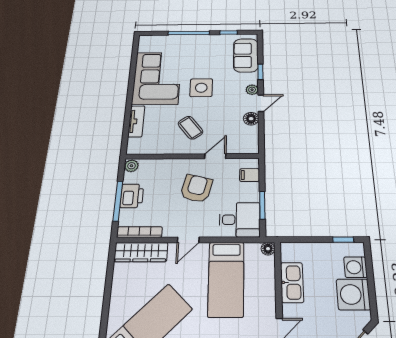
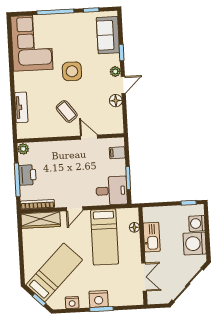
corner sofa: (157, 78) -> (32, 43), moved
door: (215, 156) -> (89, 137), hinge flipped
armchair: (196, 189) -> (77, 166), removed
floor lamp: (268, 249) -> (134, 227), moved

